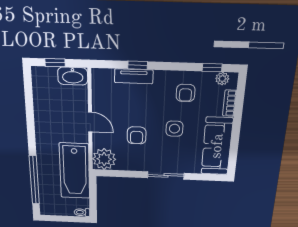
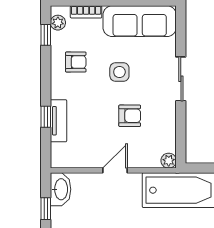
plant: (104, 159) -> (169, 161), width x0.53, depth x0.53

